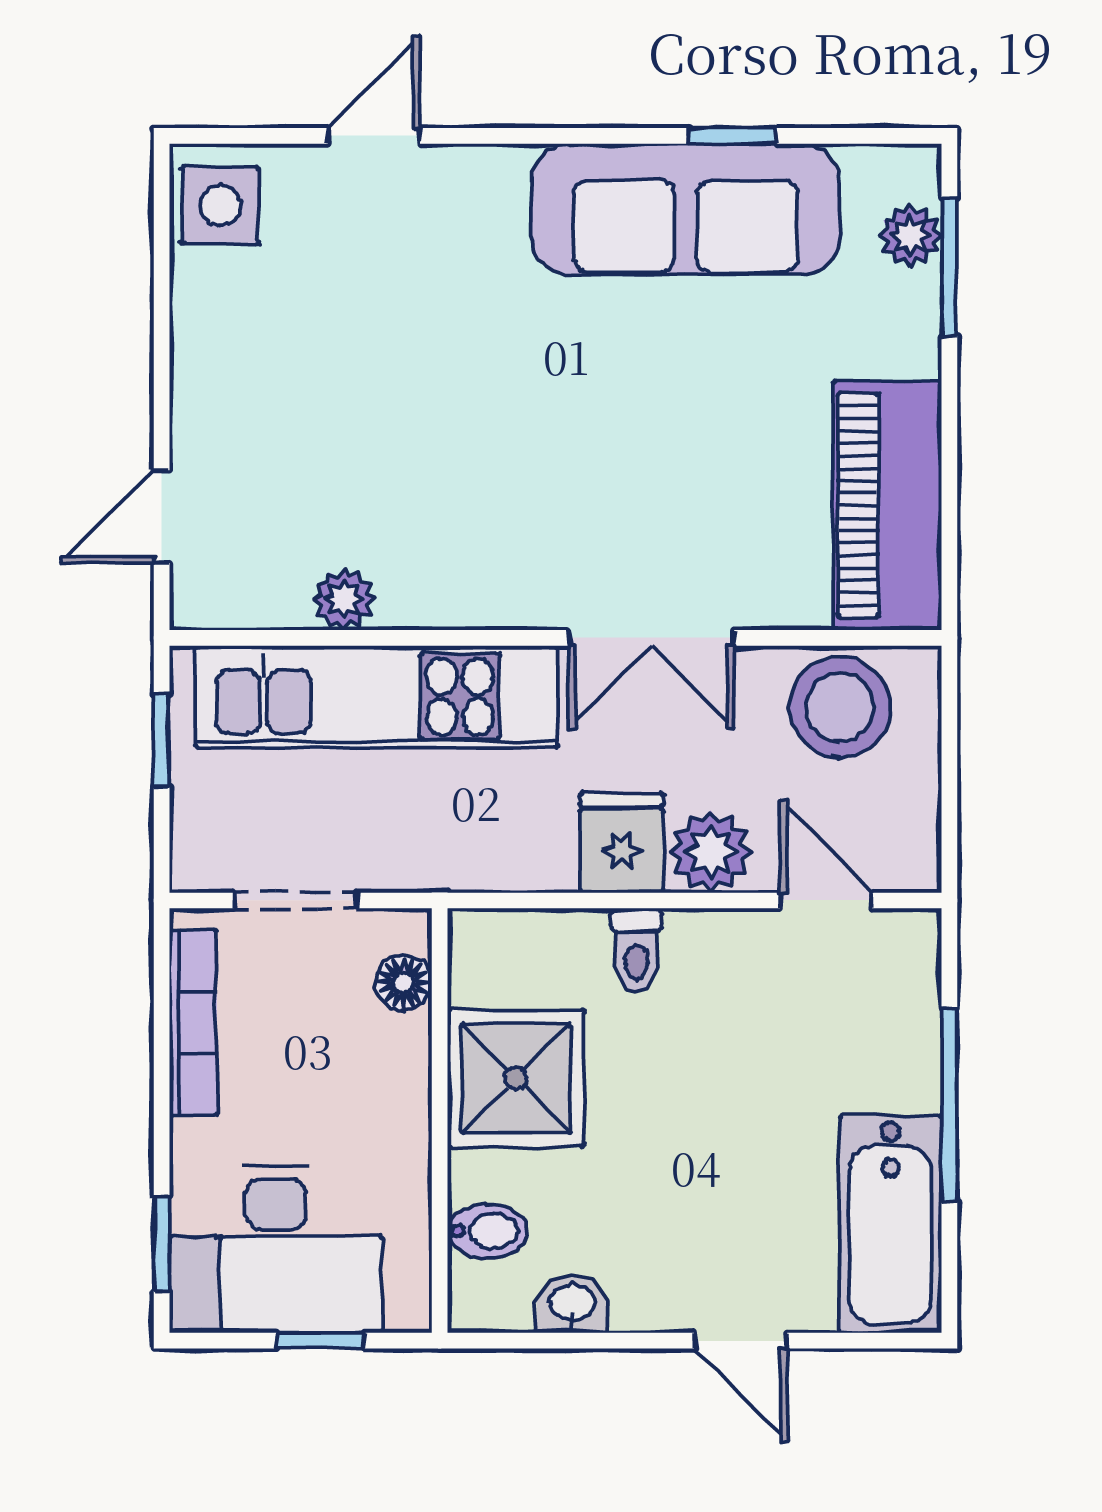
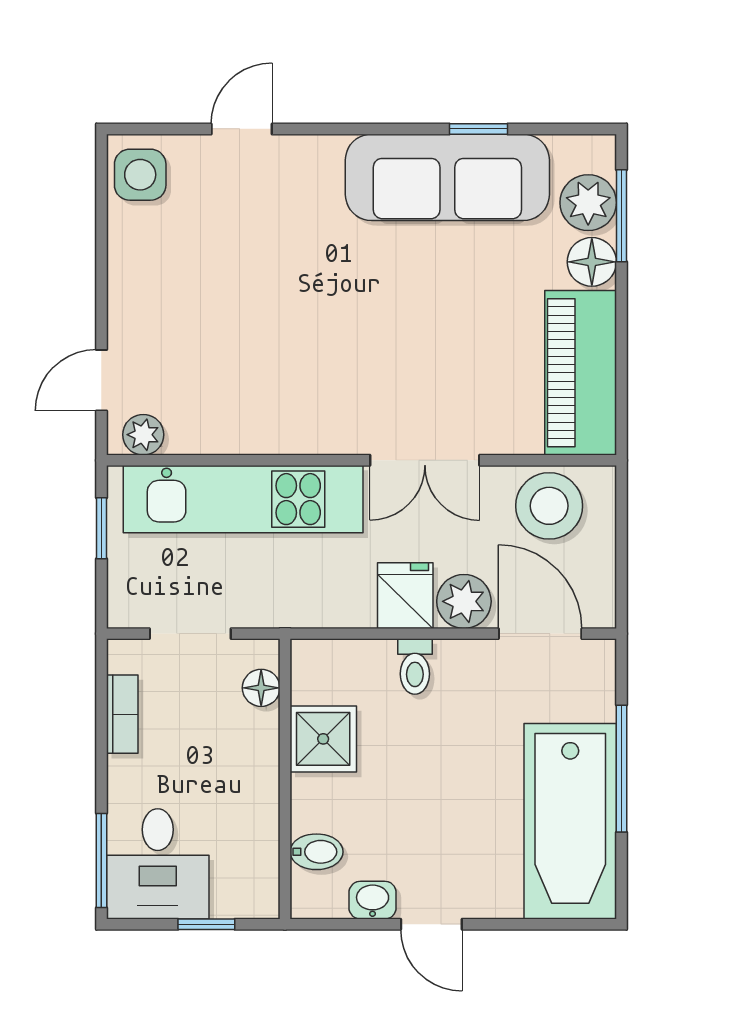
plant: (911, 236) -> (588, 203), width x1.38, depth x1.38
floor lamp: (904, 337) -> (592, 262), added
plant: (344, 599) -> (143, 435), moved
door: (826, 900) -> (540, 634), width x1.38
bookcase: (193, 1022) -> (122, 714), width x0.64
shower: (516, 1078) -> (323, 739), width x0.73, depth x0.73
bathtub: (890, 1224) -> (570, 821), width x1.36, depth x1.36
window: (162, 1244) -> (101, 860), width x1.50
desk: (276, 1249) -> (158, 864), width x0.73
door: (741, 1341) -> (431, 924), moved

